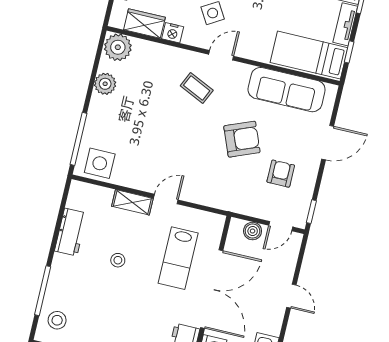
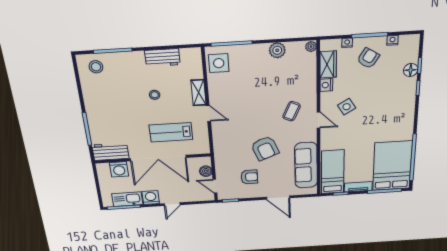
plant: (118, 47) -> (311, 47), width x0.53, depth x0.53
washing machine: (271, 322) -> (151, 198), added

